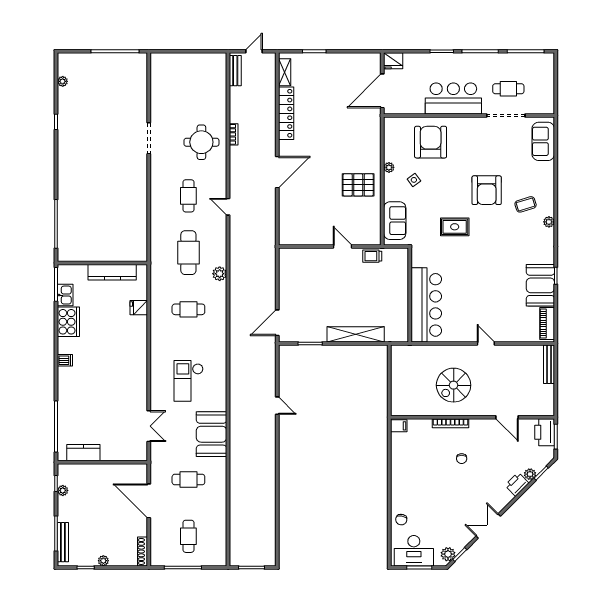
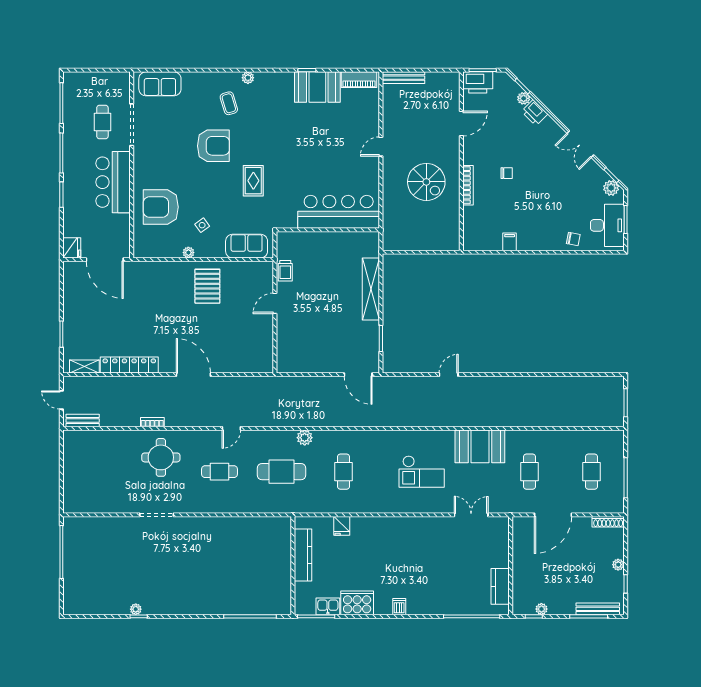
plant: (63, 81) -> (136, 609), moved
filing cabinet: (399, 426) -> (510, 242), moved
cafe table: (188, 536) -> (592, 472), turned 90

